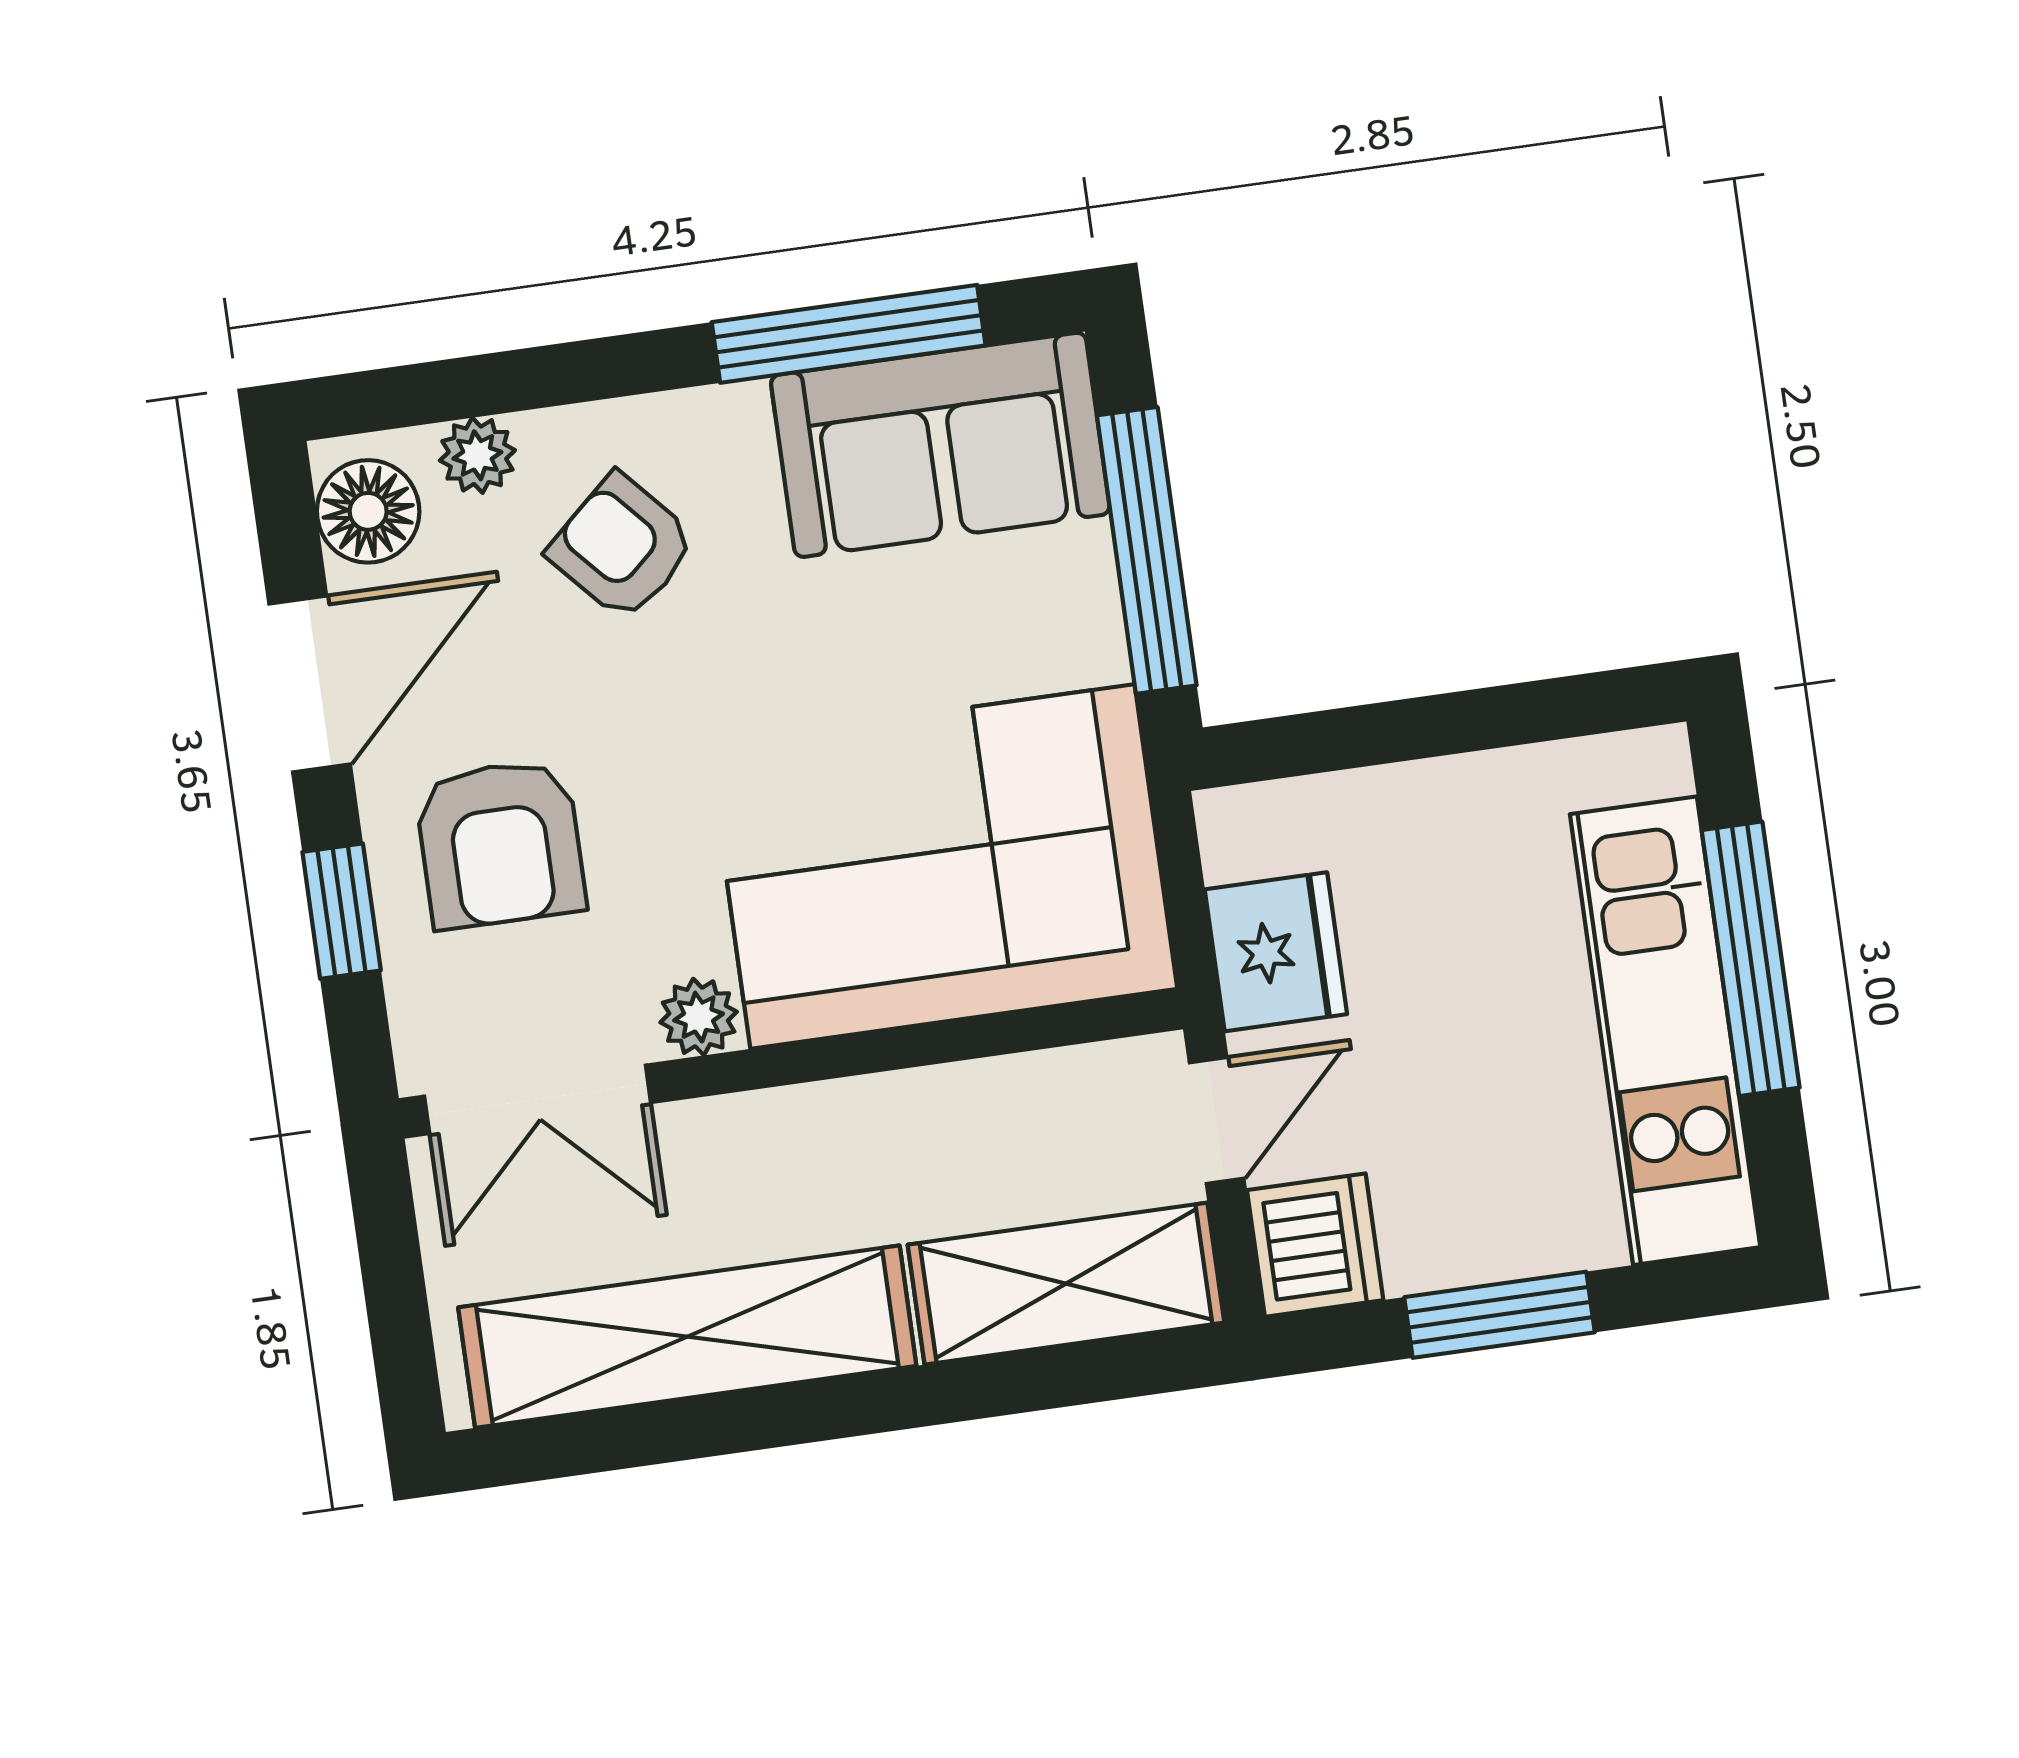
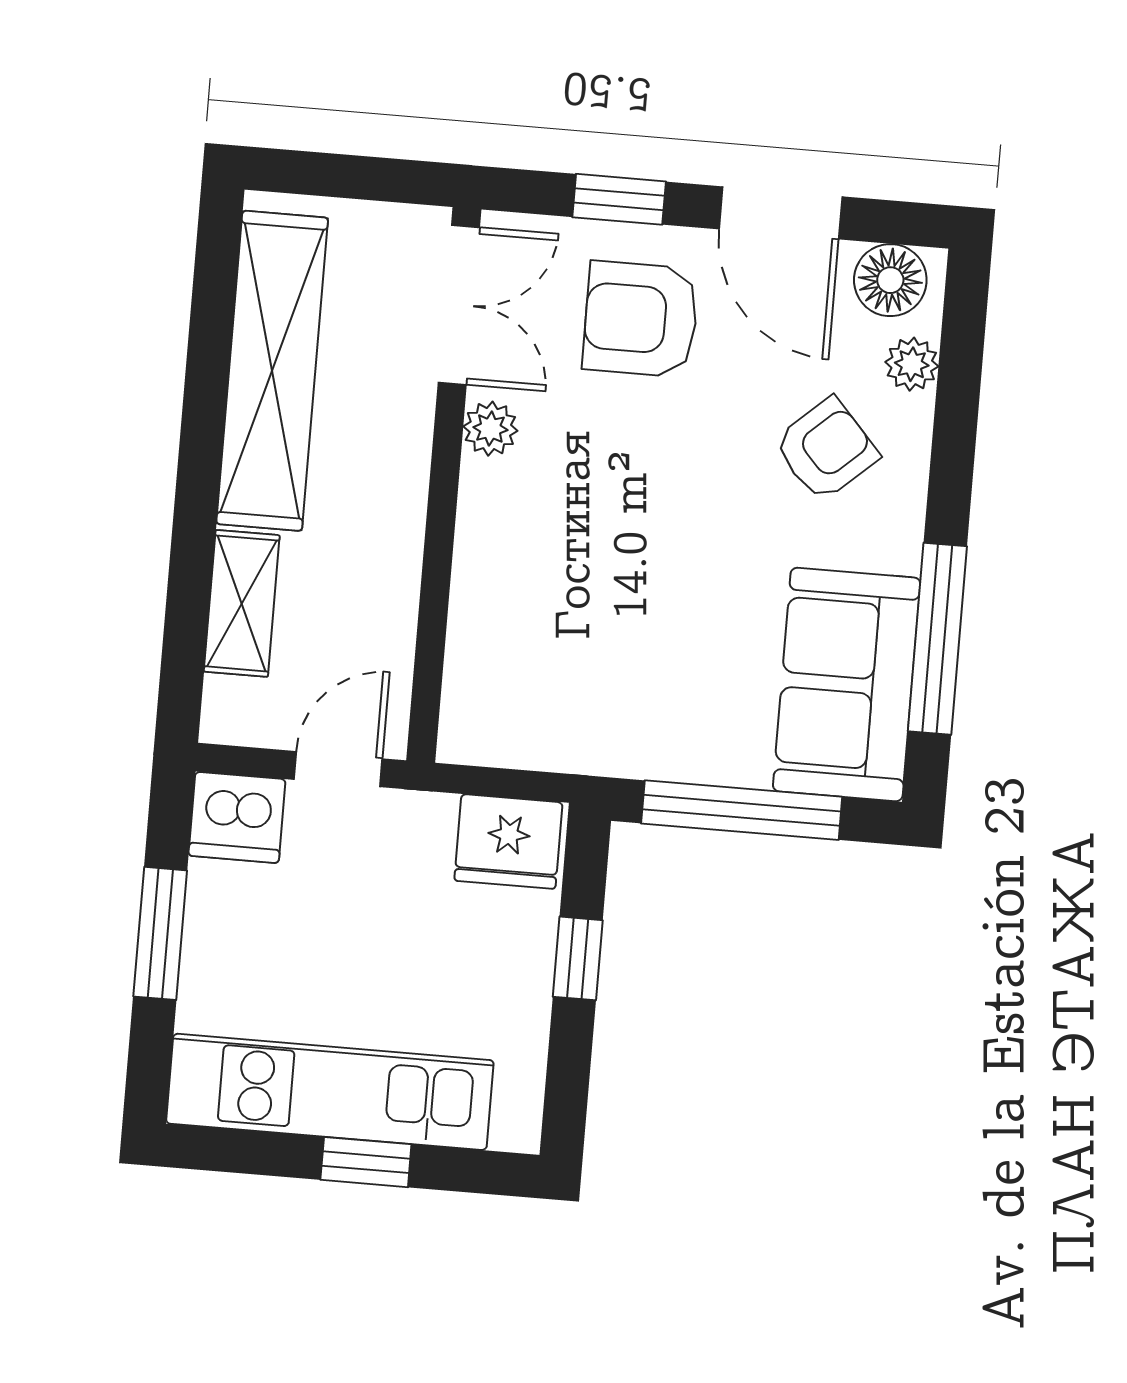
window: (1403, 730) -> (578, 958), added
corner sofa: (942, 866) -> (556, 620), removed
fridge: (1276, 952) -> (508, 842), moved
window: (1751, 959) -> (366, 1162), width x0.46
double door: (538, 1099) -> (459, 305), swing flipped
door: (1217, 1120) -> (338, 769), swing flipped
shelving: (1066, 1284) -> (242, 603), width x0.67, depth x0.75

